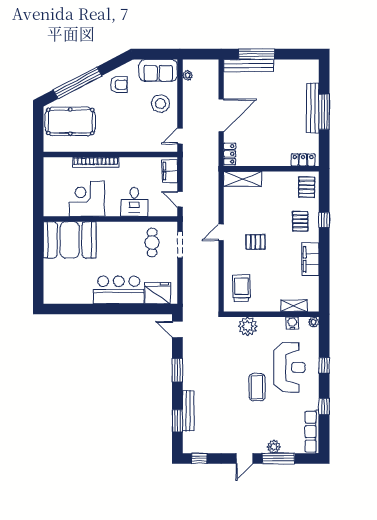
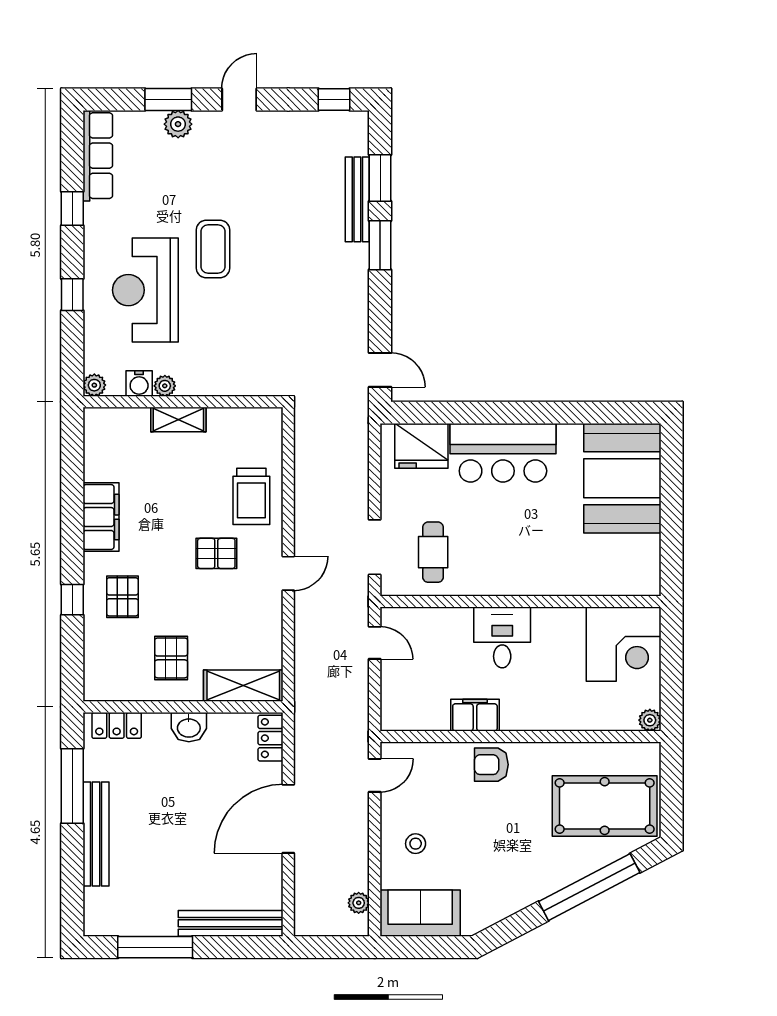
window: (257, 54) -> (155, 947), moved
armchair: (119, 85) -> (491, 765), moved
stool: (160, 104) -> (416, 844), width x0.53, depth x0.53
window: (324, 112) -> (72, 786), moved
washbasin: (269, 159) -> (189, 727), added
plant: (49, 162) -> (650, 720), added
bookcase: (96, 162) -> (551, 720), removed
filing cabinet: (170, 171) -> (475, 715), moved, turned -90
pallet: (307, 187) -> (171, 658), moved
corner desk: (87, 199) -> (624, 644), moved
desk: (134, 202) -> (502, 637), moved
booth: (70, 240) -> (622, 478), moved, turned 90
trolley: (241, 288) -> (251, 496), moved
shelving: (294, 306) -> (178, 420), moved
plant: (248, 326) -> (165, 386), moved, width x0.53, depth x0.53
window: (177, 370) -> (380, 245), moved
window: (278, 458) -> (168, 99), width x0.69

